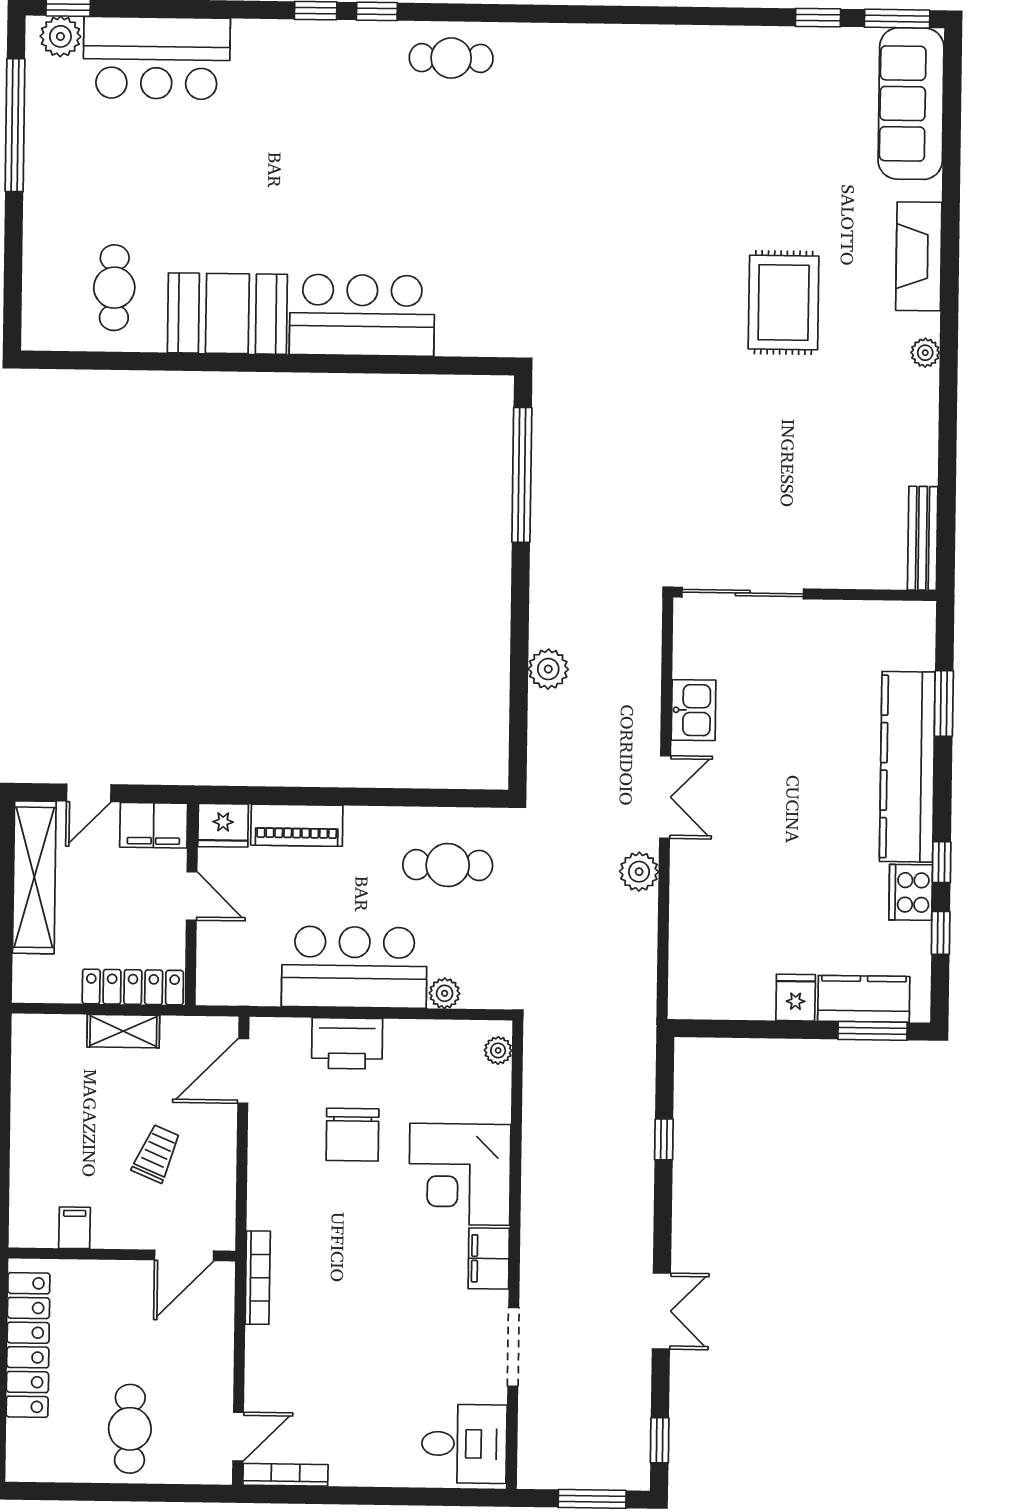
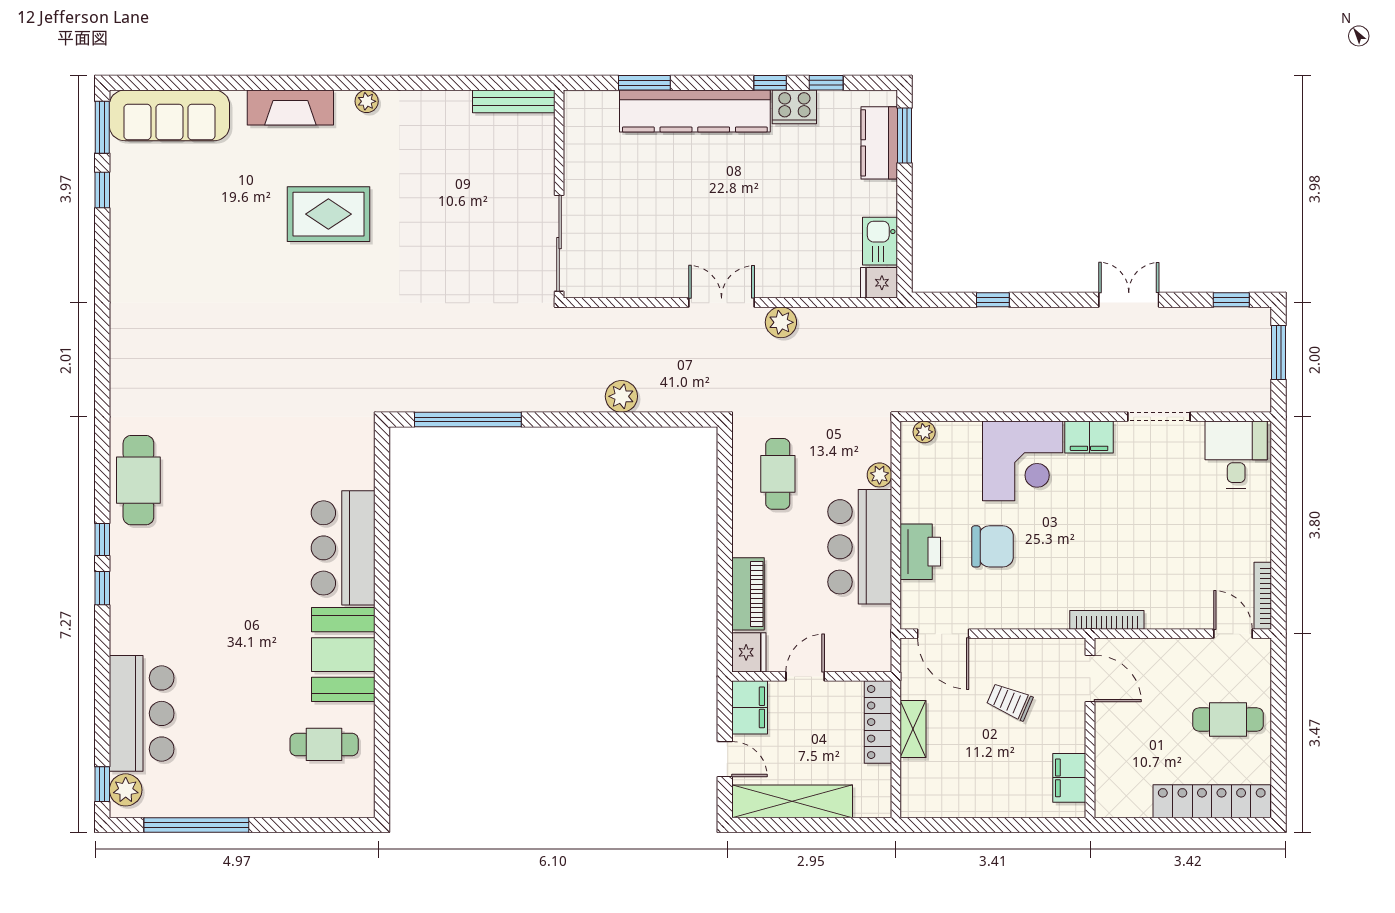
cafe table: (451, 58) -> (138, 480), width x1.37, depth x1.35
kitchen sink: (694, 710) -> (880, 241), moved, turned -90
fridge: (796, 998) -> (879, 283), moved
filing cabinet: (74, 1228) -> (1069, 778), width x2.00
locker: (28, 1345) -> (1212, 801), moved

